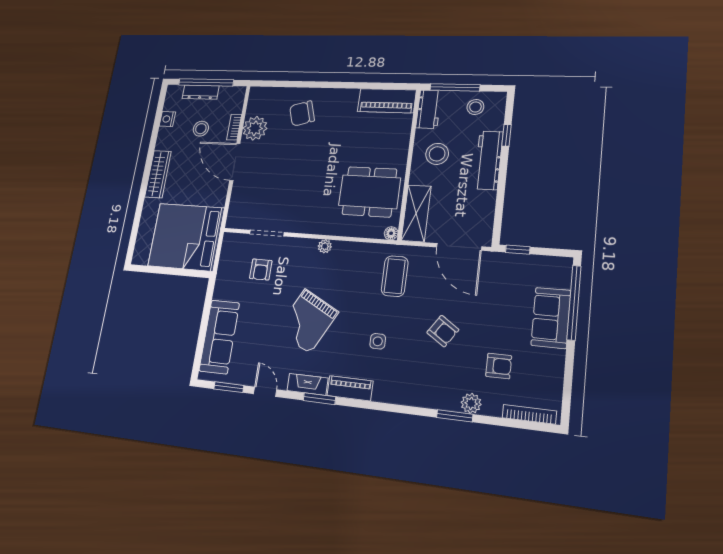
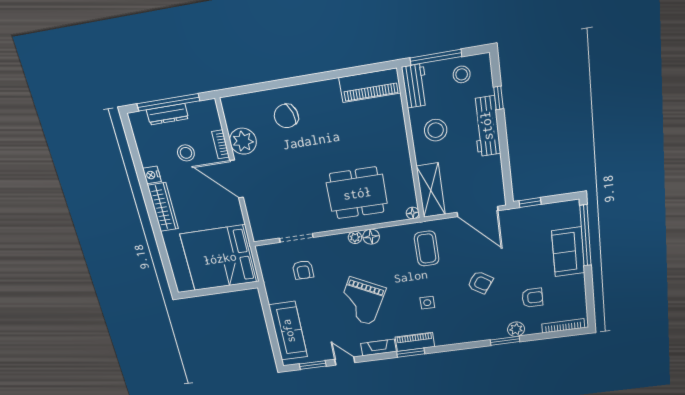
nightstand: (167, 119) -> (152, 175), moved
dining table: (369, 192) -> (357, 193), moved
floor lamp: (341, 249) -> (371, 237), added
window: (319, 399) -> (411, 353), moved

